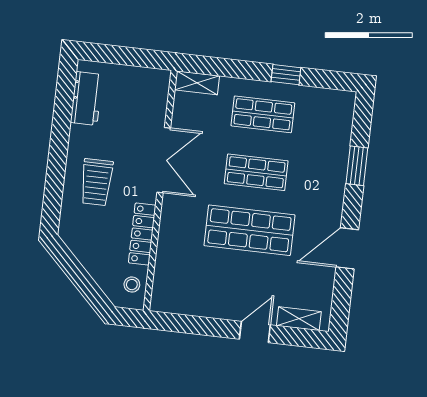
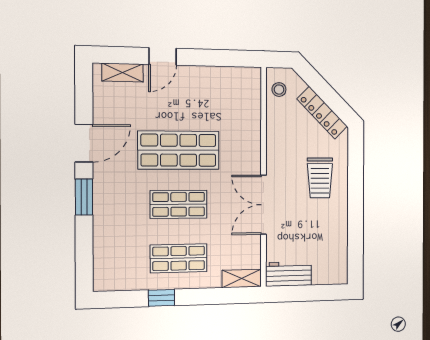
workbench: (86, 98) -> (289, 274), moved, turned 90
window: (357, 166) -> (84, 197), moved
trolley: (96, 182) -> (320, 178), turned 180
locker: (142, 234) -> (322, 113), moved, turned 135

